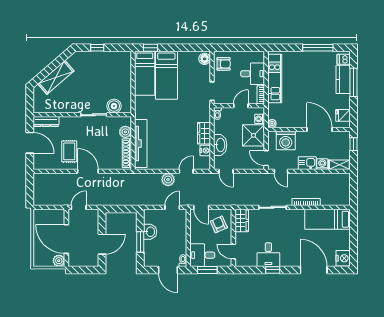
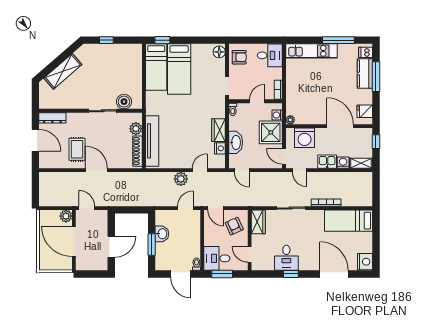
desk: (253, 74) -> (270, 55), moved
kitchen unit: (275, 78) -> (311, 51), moved, turned 90
door: (79, 207) -> (87, 208), hinge flipped
plant: (59, 261) -> (66, 216), moved

